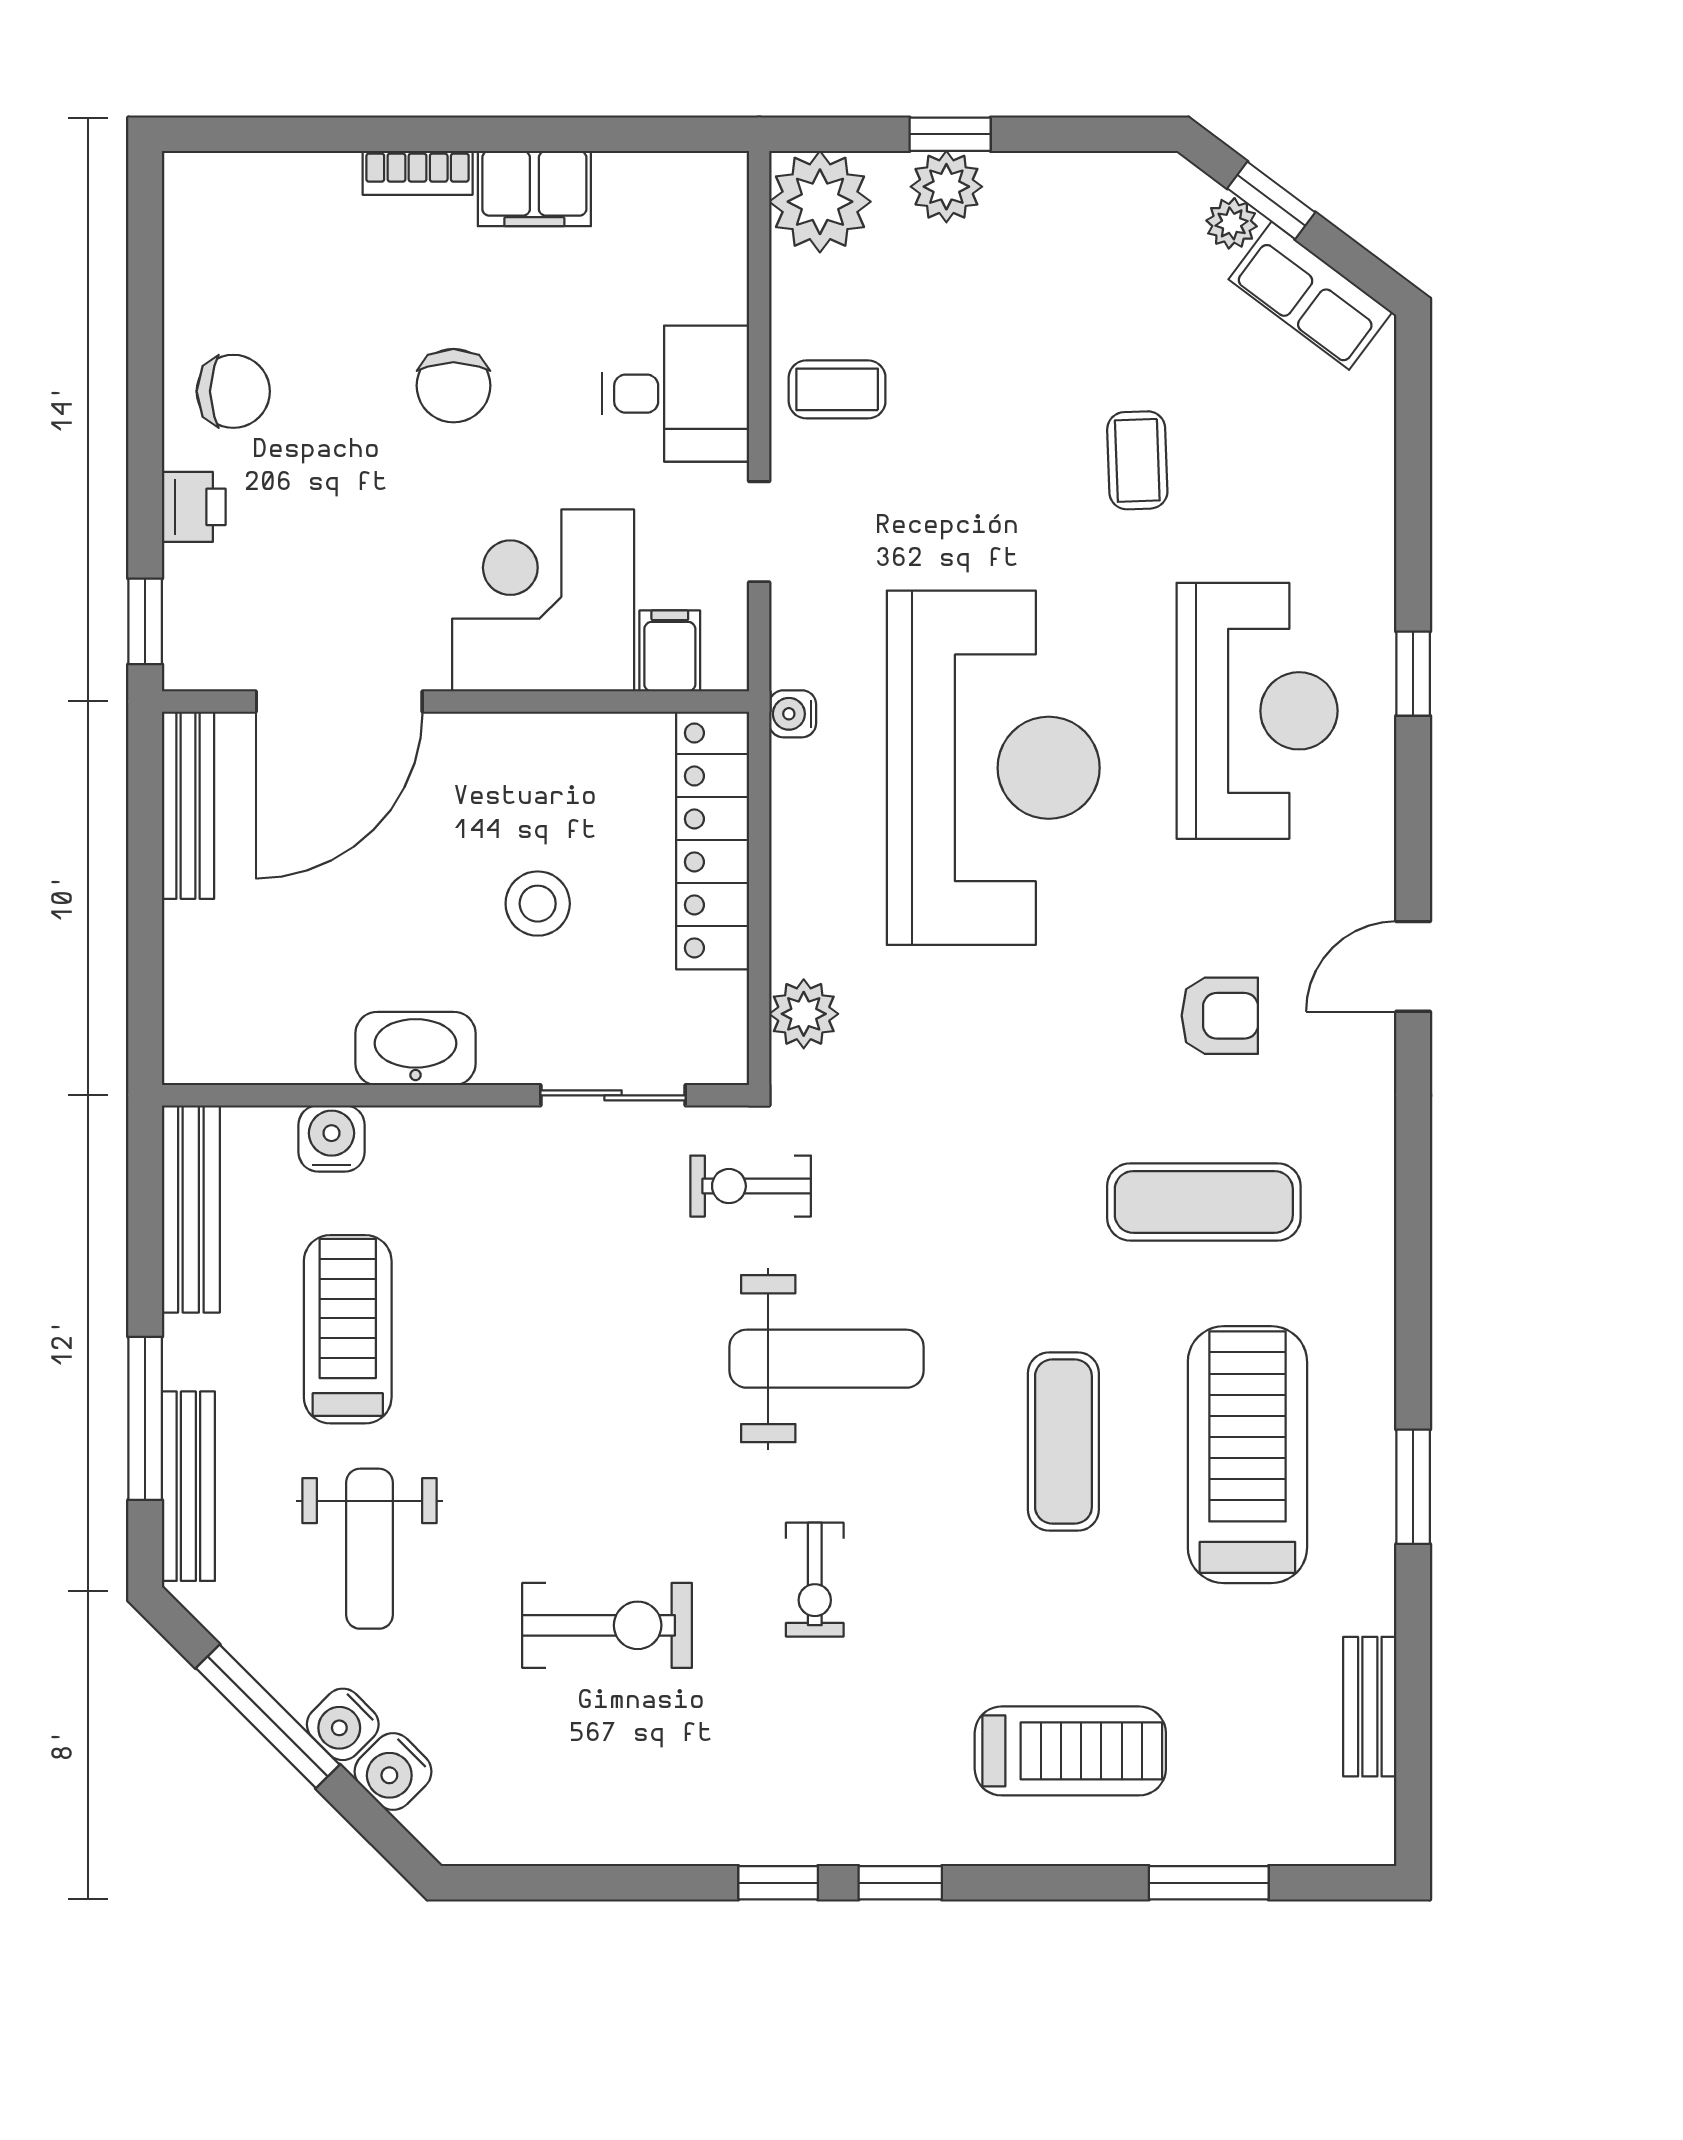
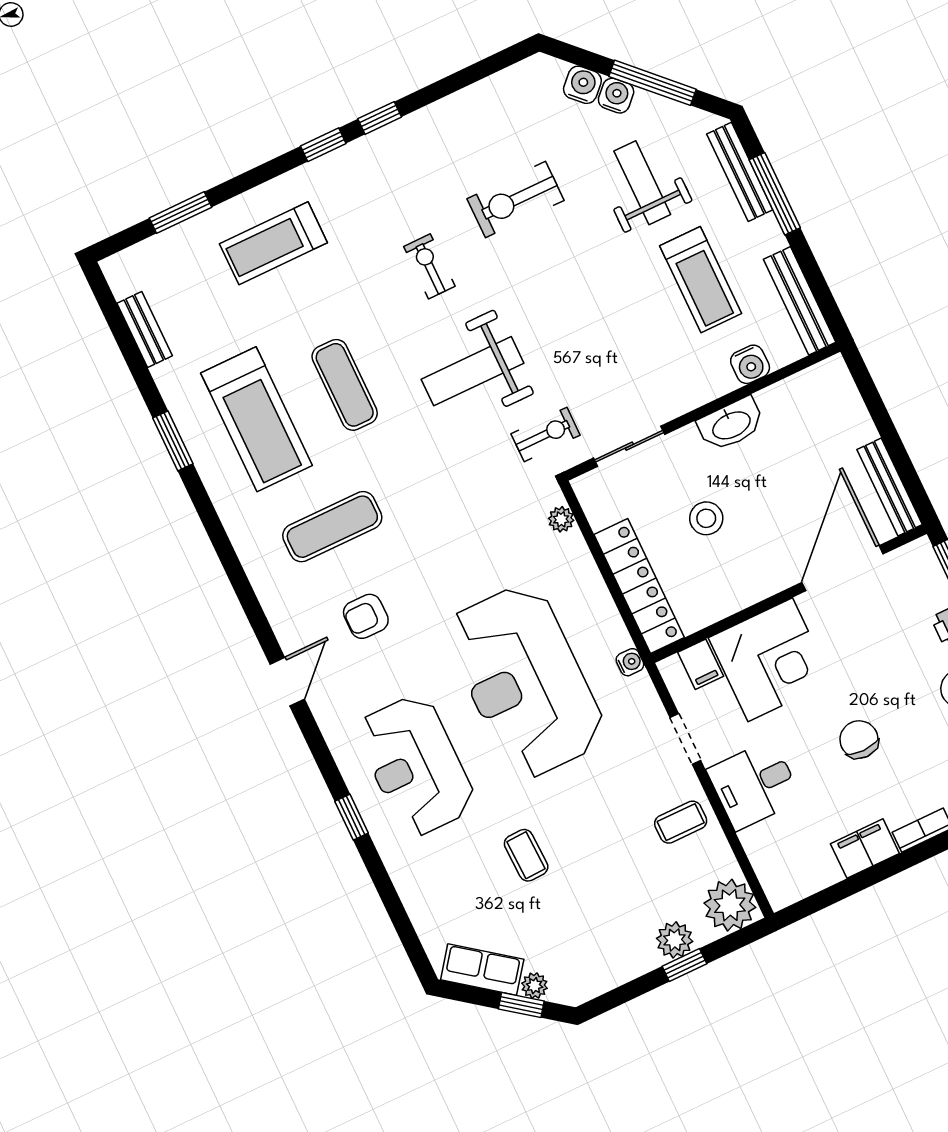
plant: (804, 1014) -> (561, 519), width x0.73, depth x0.73

